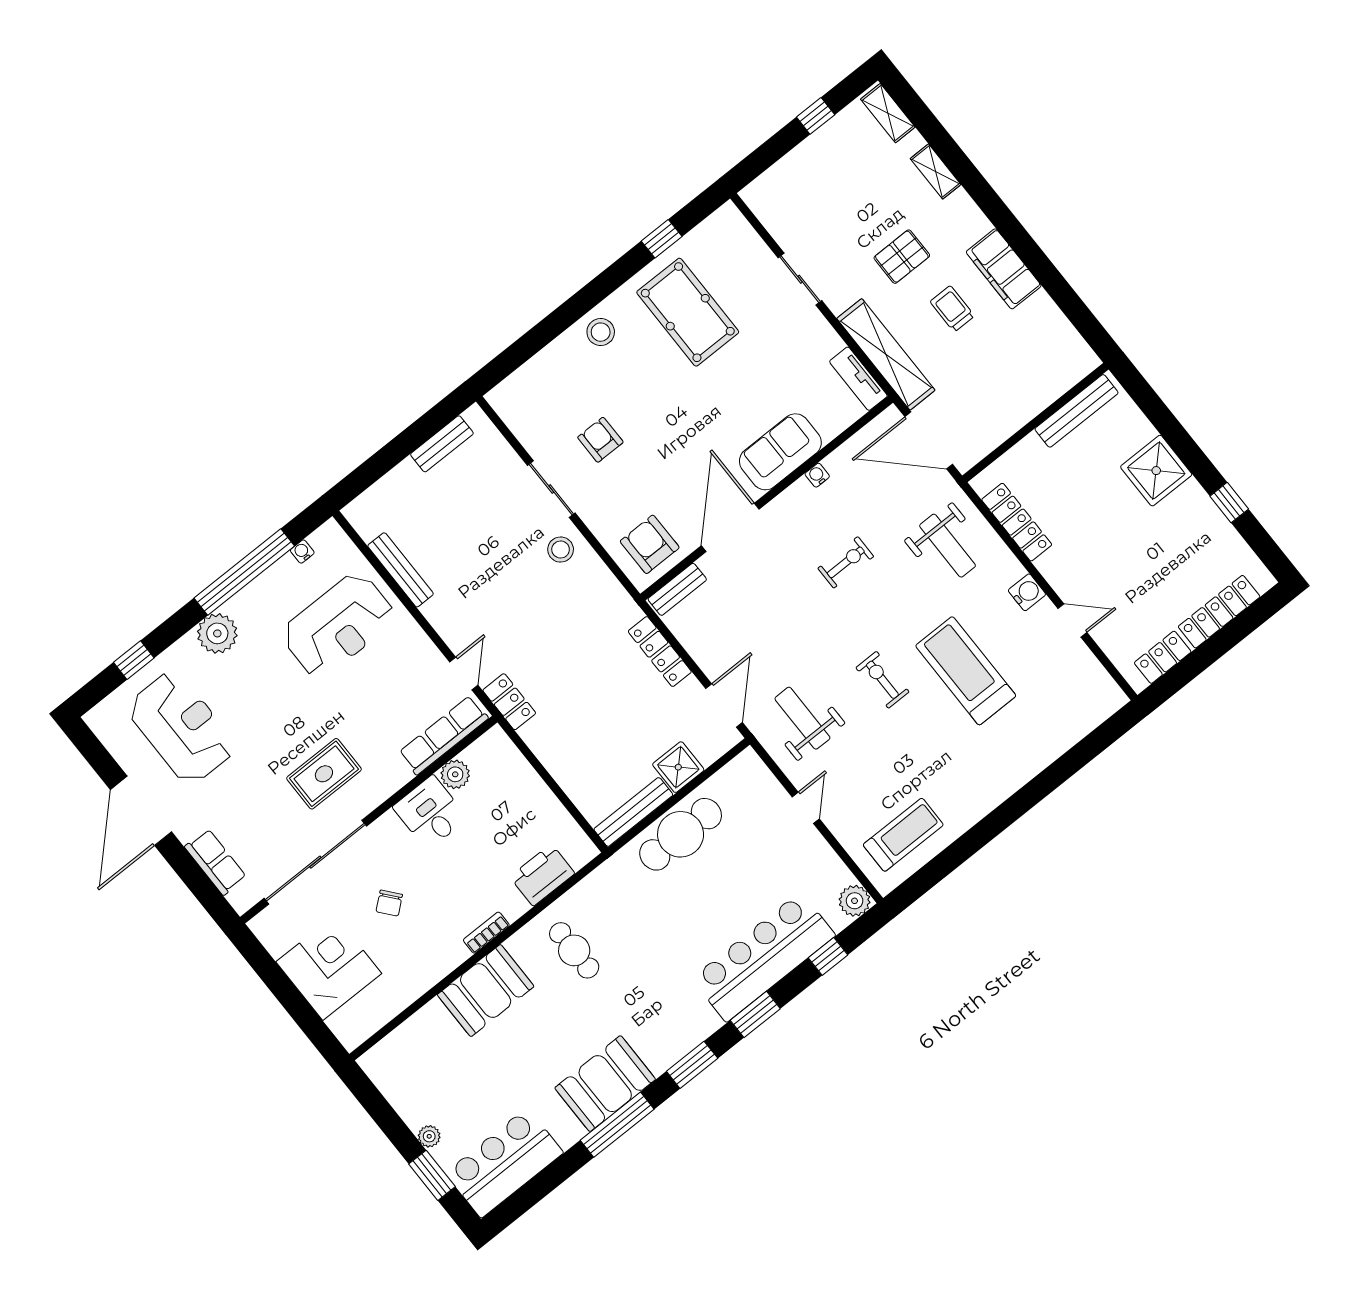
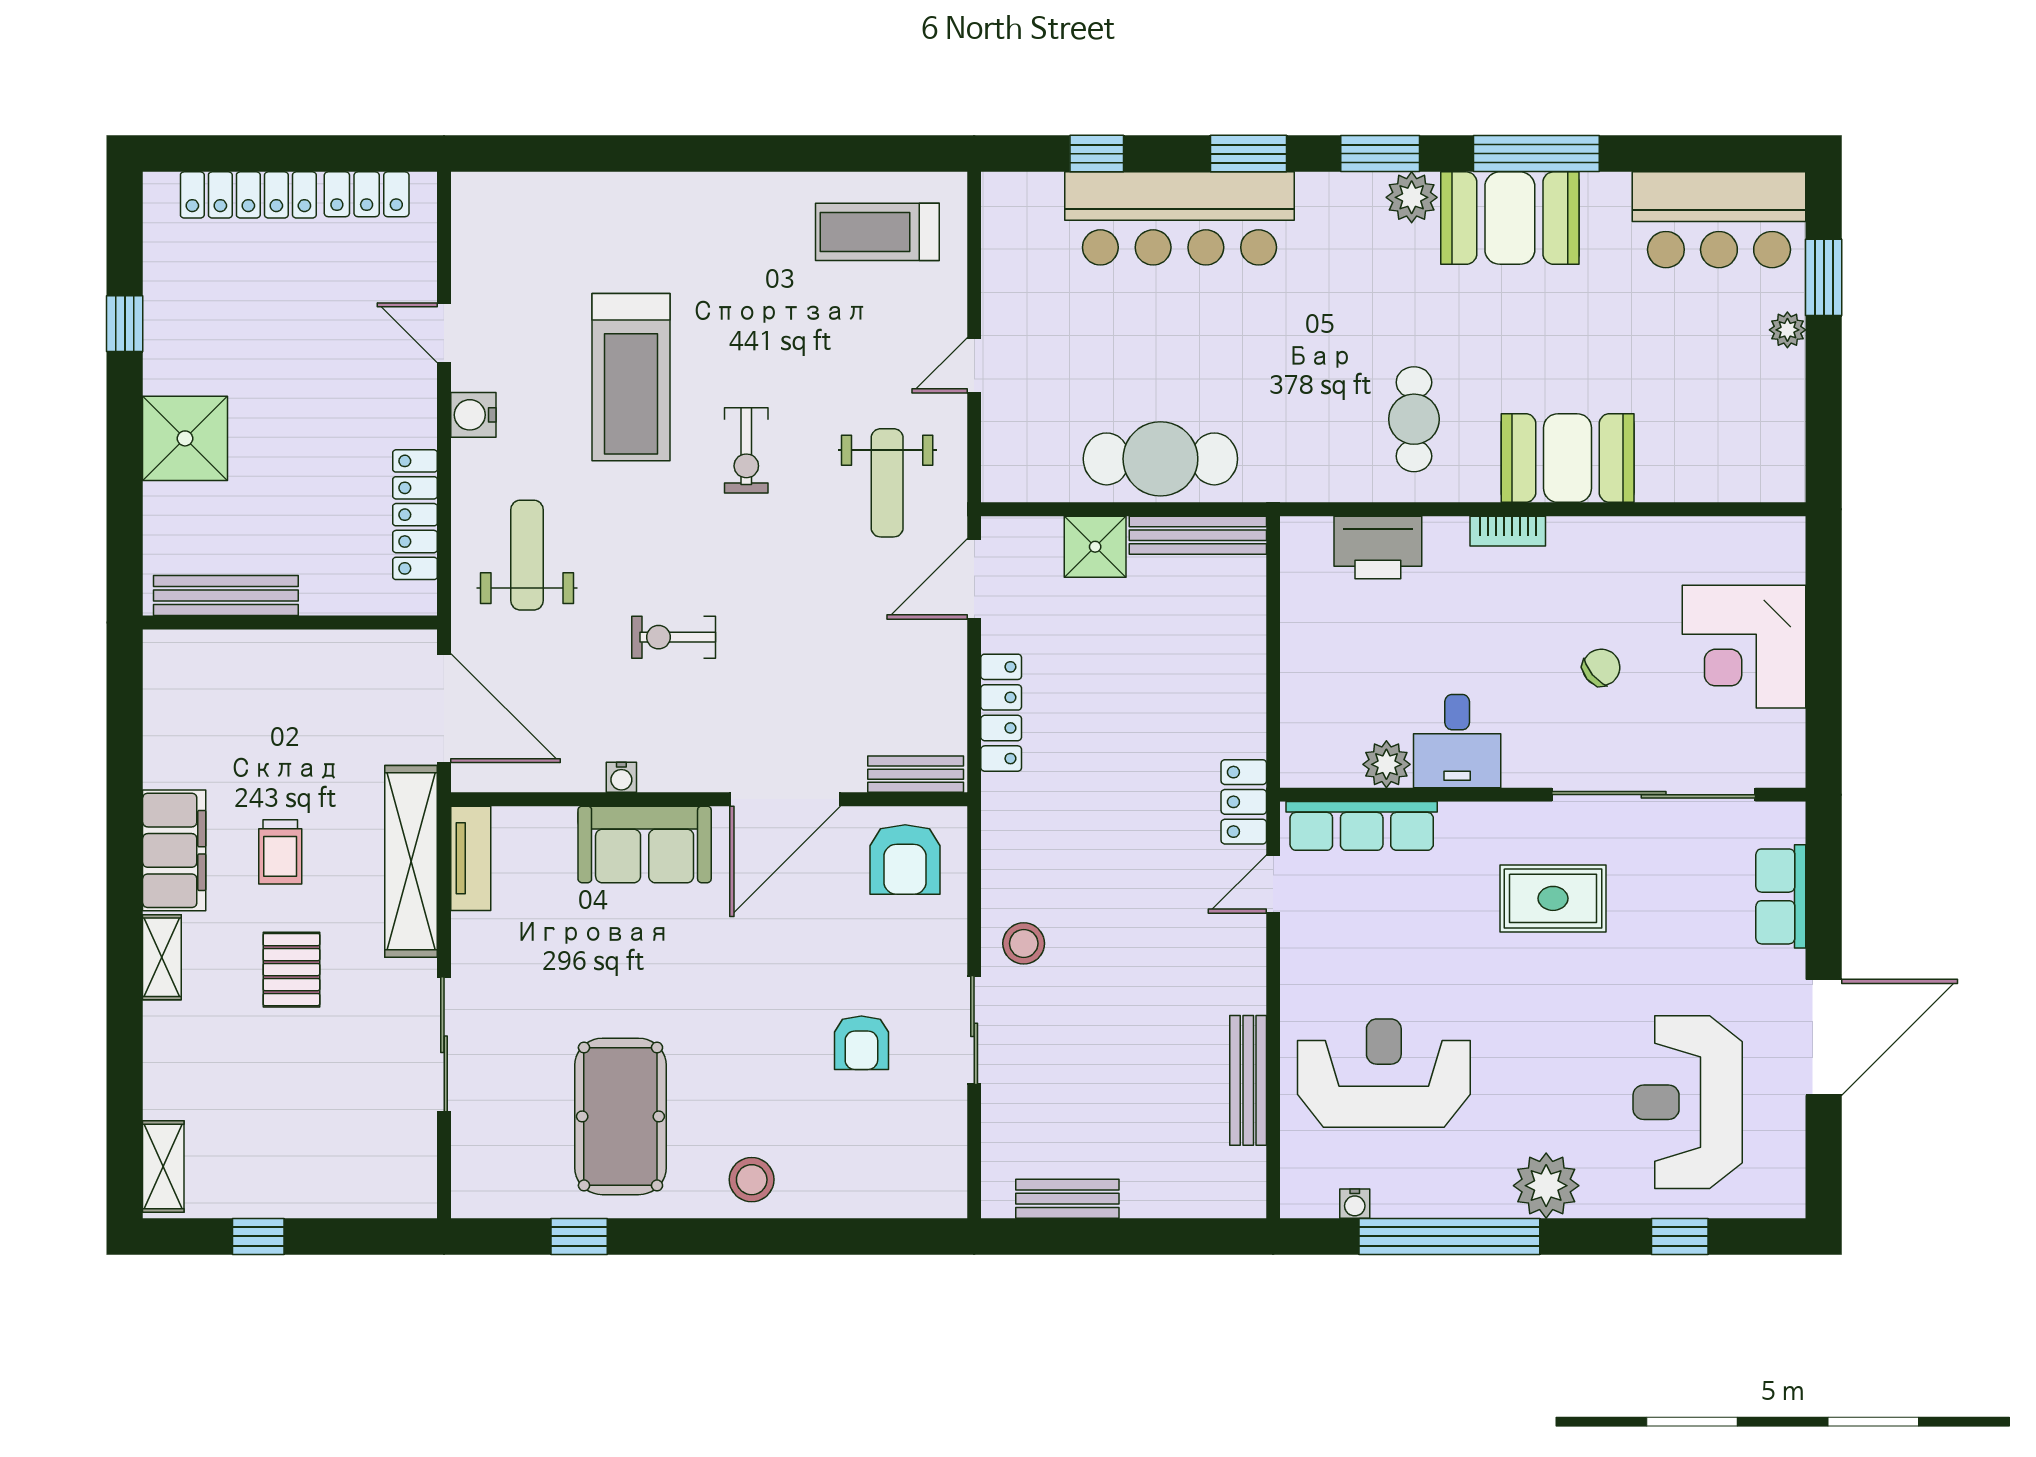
shelving: (936, 171) -> (162, 957), moved
pallet: (902, 257) -> (291, 970), turned 90
sliding door: (800, 279) -> (444, 1044), width x1.37
plant: (855, 901) -> (1412, 197), moved

